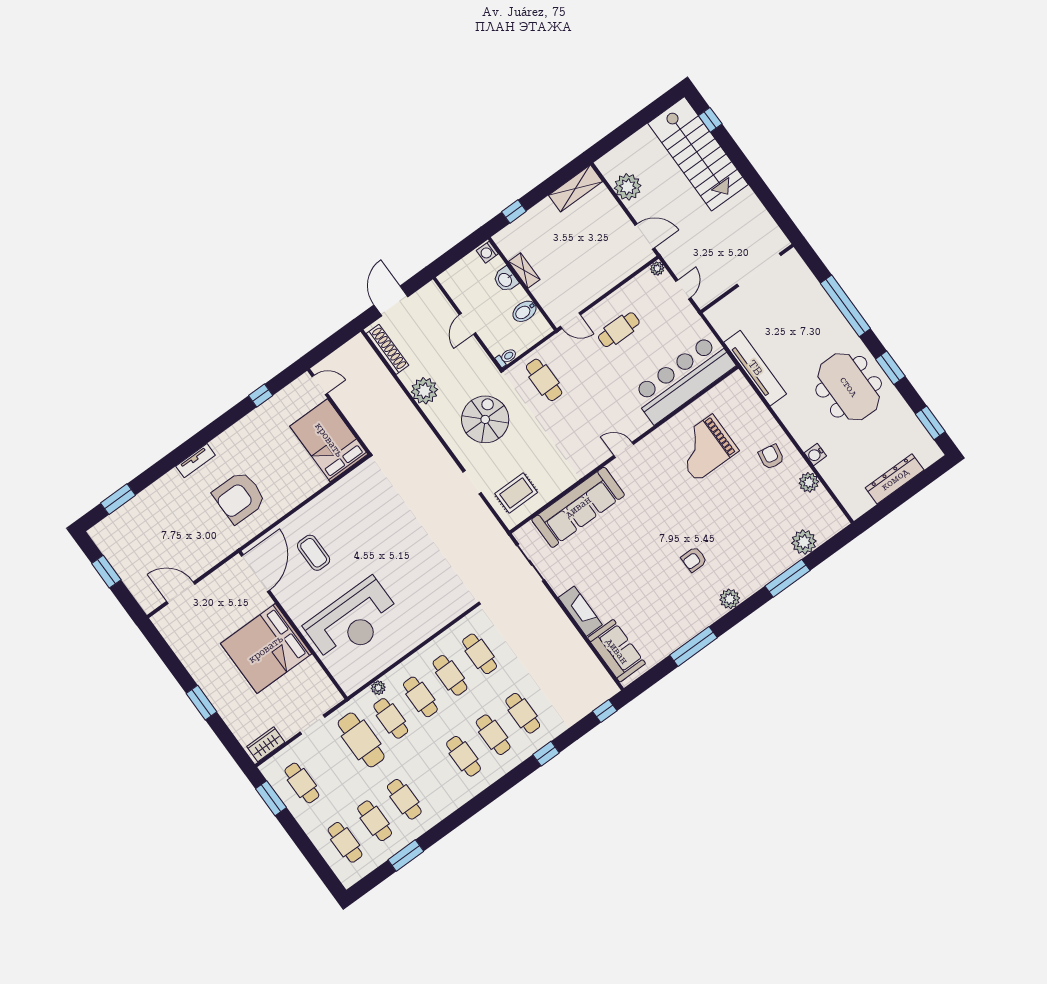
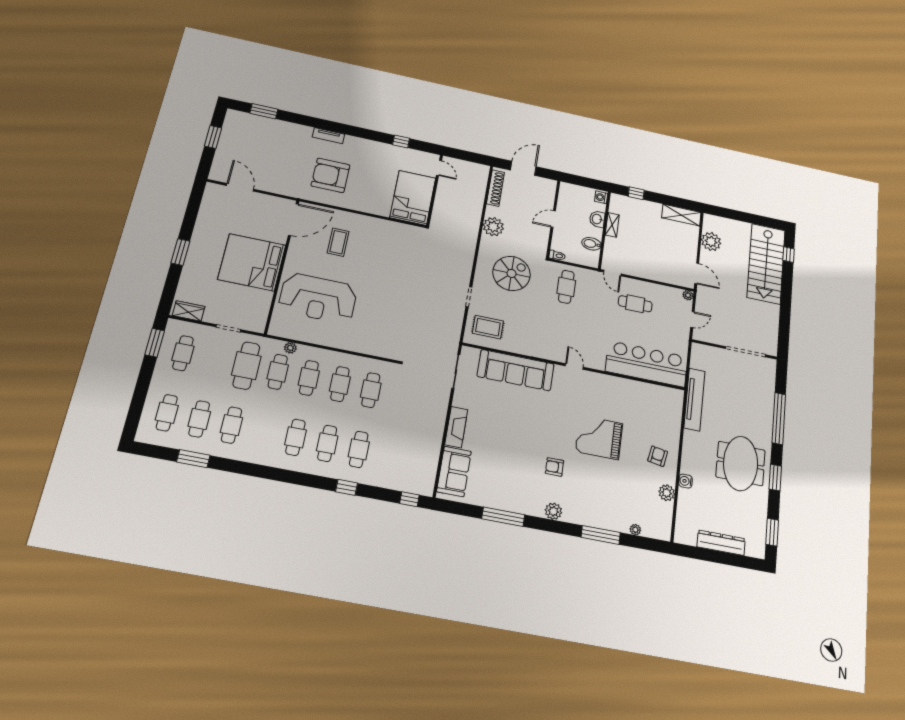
grand piano: (704, 448) -> (599, 437), moved
plant: (804, 542) -> (635, 530), width x0.53, depth x0.53

